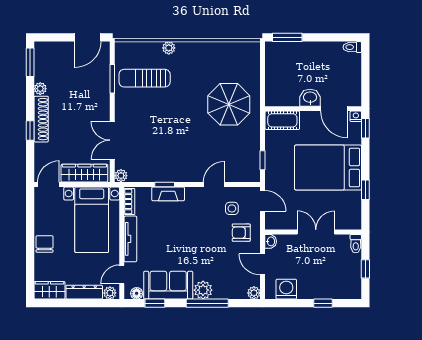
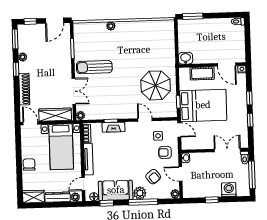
window: (53, 37) -> (30, 21), added
sun lounger: (145, 78) -> (94, 67), moved
washbasin: (310, 98) -> (186, 58), moved
parasol: (229, 104) -> (156, 85), moved
shoe rack: (41, 119) -> (24, 89), moved
cot: (282, 120) -> (202, 73), moved
window: (365, 128) -> (249, 98), moved
window: (30, 131) -> (16, 69), moved
double door: (112, 140) -> (74, 91), swing flipped
bed: (328, 167) -> (203, 105), moved, turned 180
door: (48, 185) -> (30, 123), hinge flipped
door: (214, 185) -> (145, 120), hinge flipped
double door: (316, 232) -> (227, 150), moved
armchair: (223, 267) -> (153, 177), added
window: (365, 269) -> (252, 175), width x2.17
washing machine: (286, 289) -> (229, 190), moved
window: (323, 303) -> (212, 200), moved

